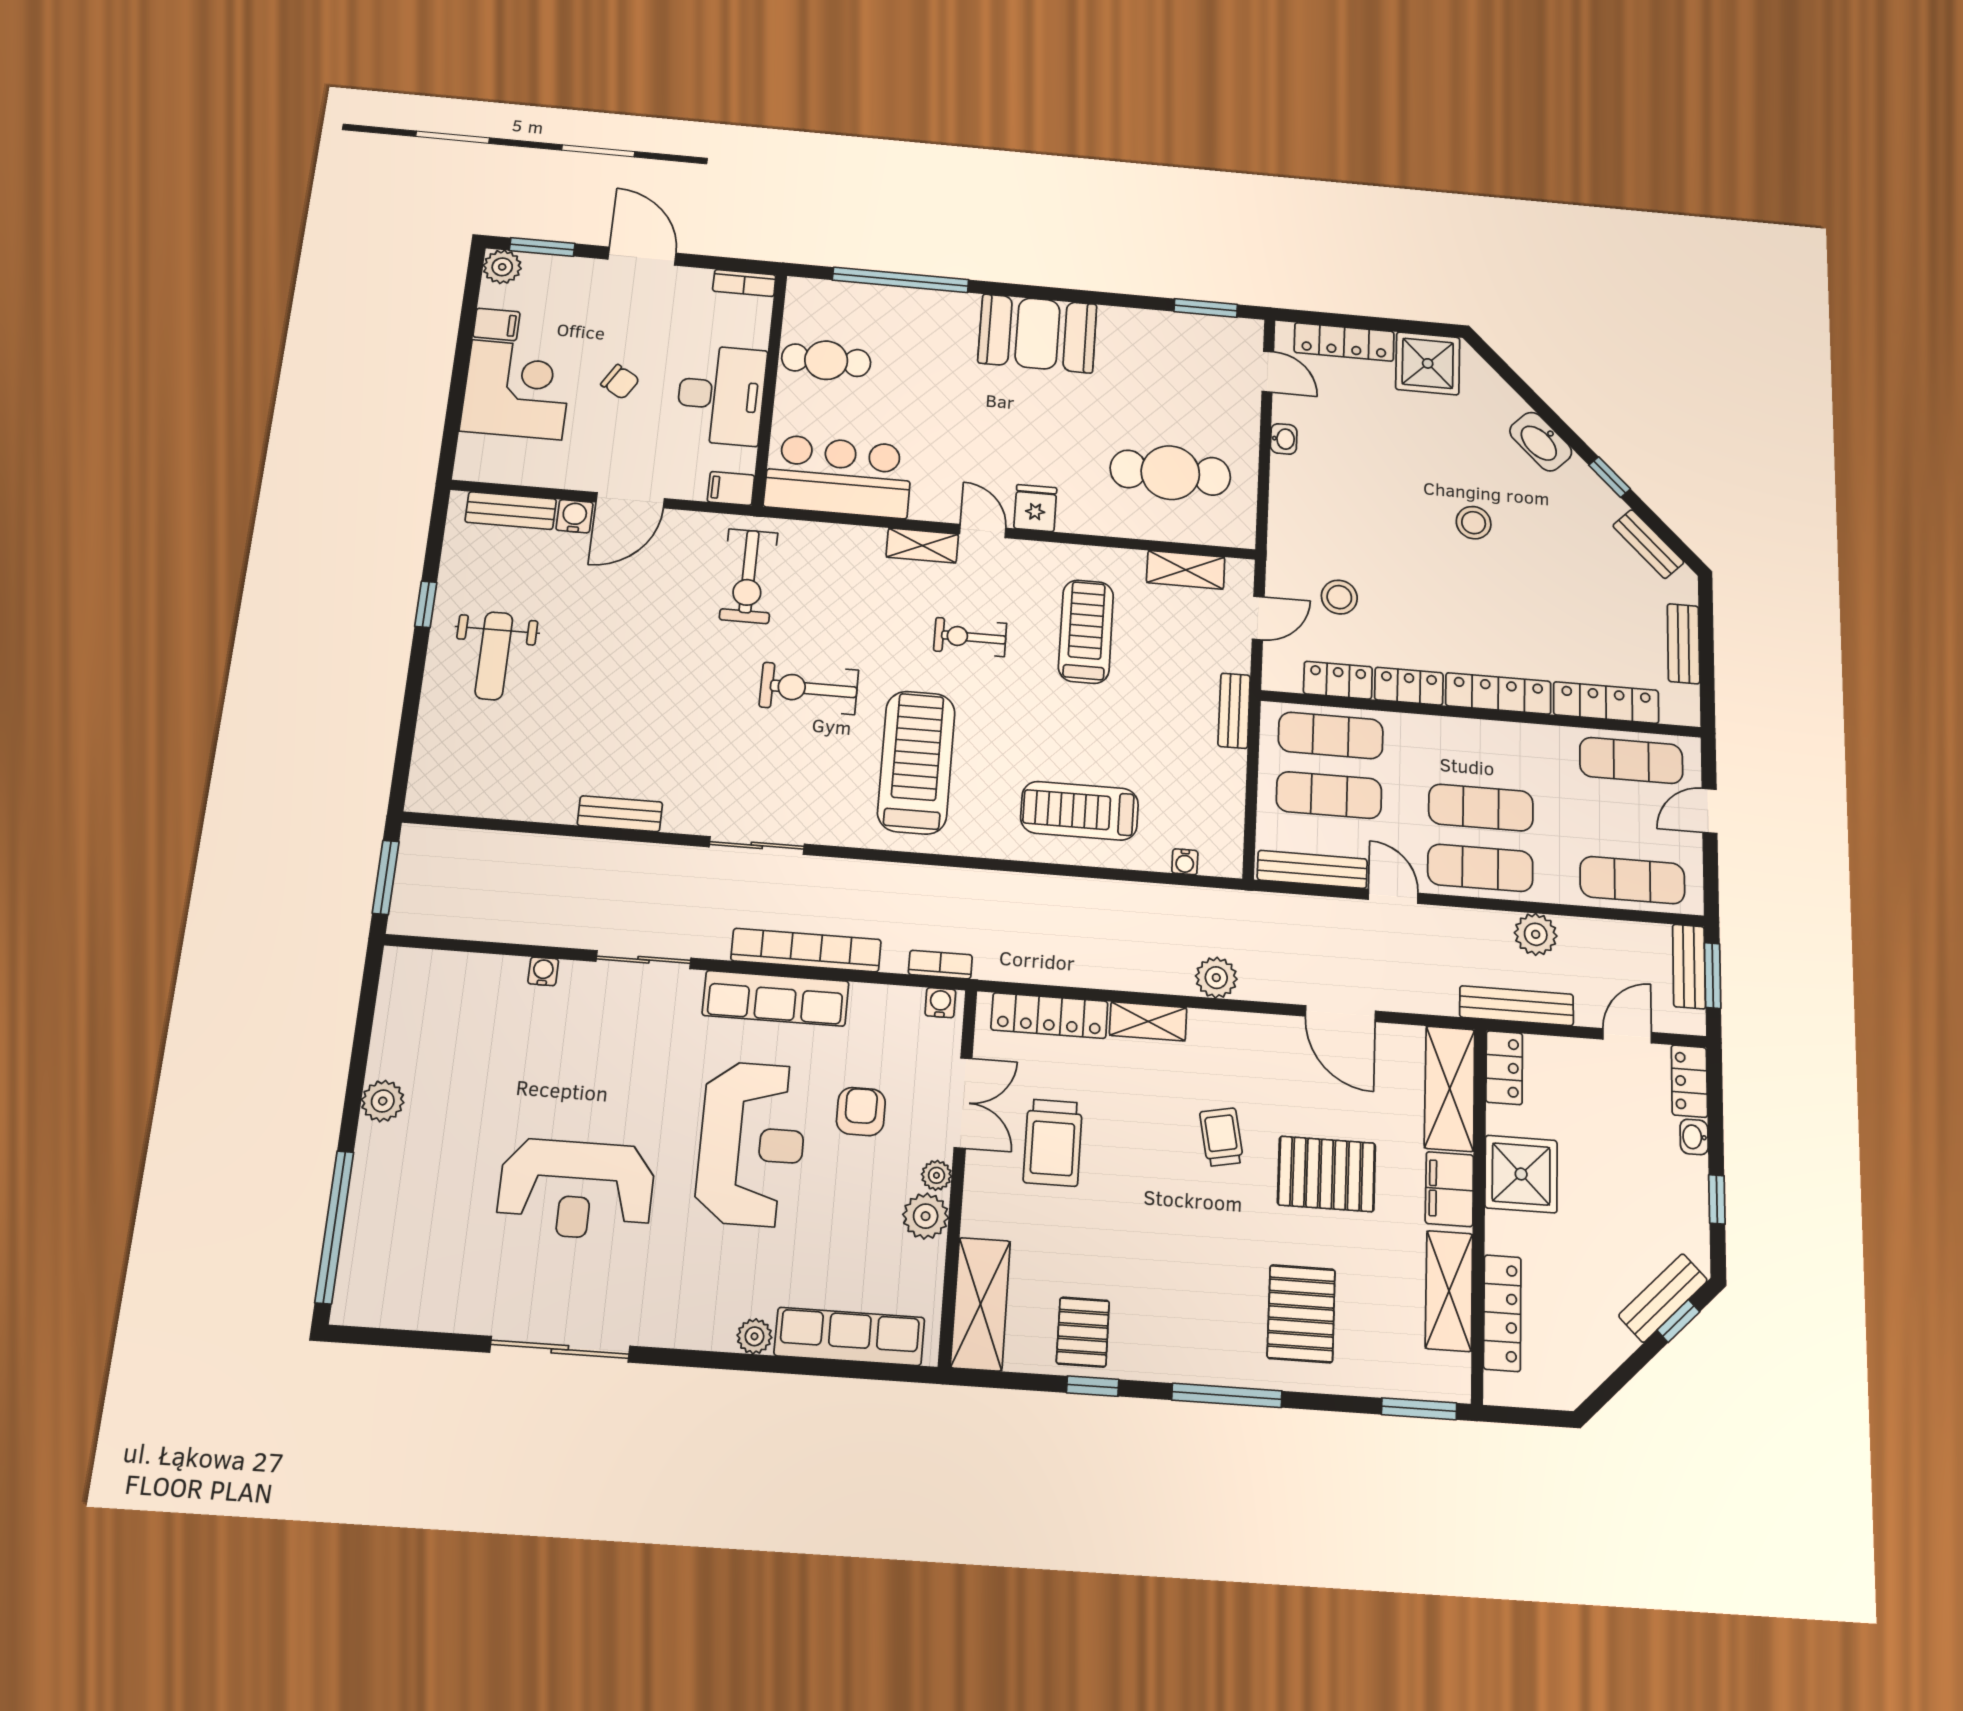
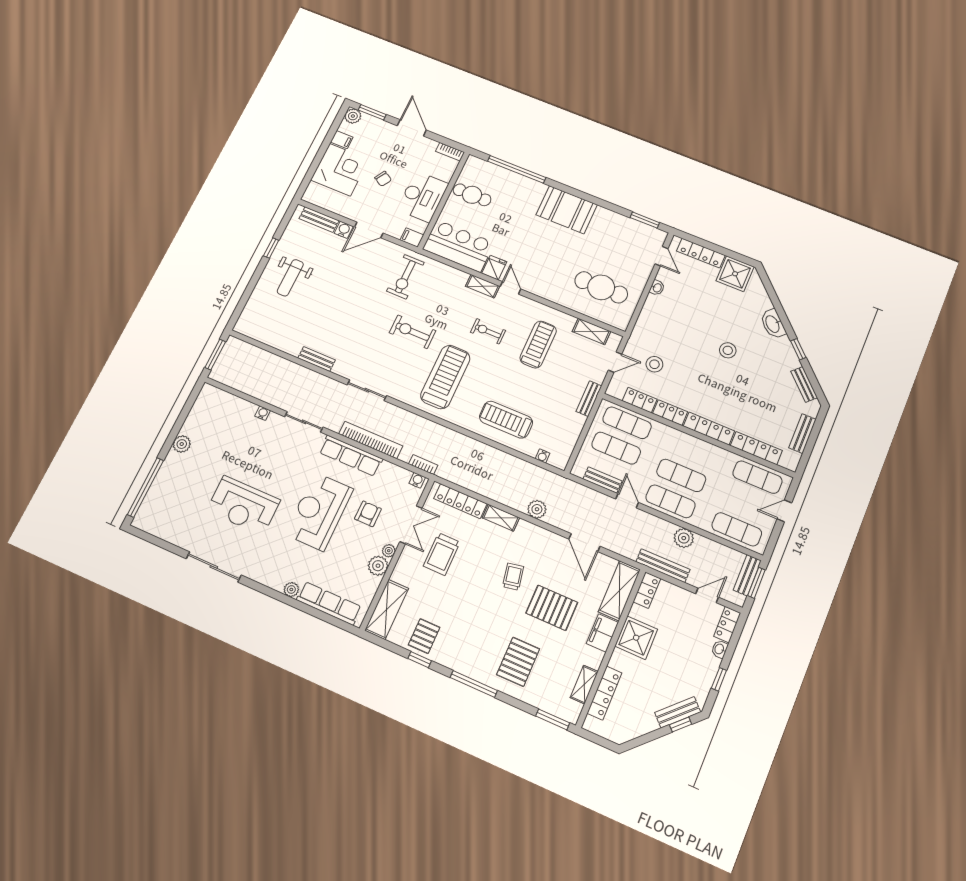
fridge: (1035, 508) -> (494, 268), moved
bench: (1312, 869) -> (602, 480), width x0.73
reception desk: (752, 1144) -> (319, 512), turned 180
shelving: (1449, 1291) -> (584, 685), width x0.67, depth x0.75

